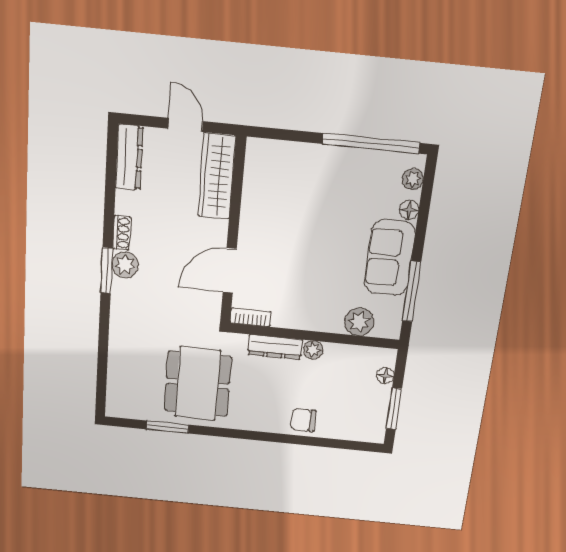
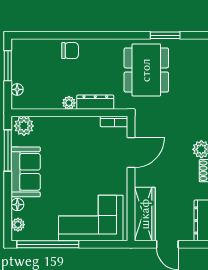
corner sofa: (300, 178) -> (91, 218), added
plant: (359, 322) -> (24, 126), moved

